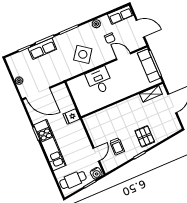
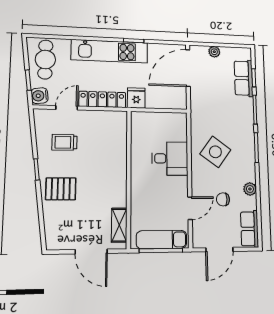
row of seats: (42, 49) -> (244, 78), moved
locker: (82, 136) -> (102, 99), added
door: (96, 155) -> (67, 108), swing flipped

